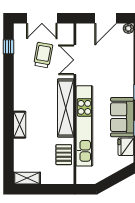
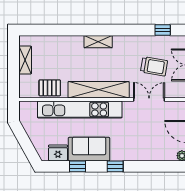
shelving: (20, 125) -> (98, 42), moved
shelving: (27, 178) -> (25, 60), moved

